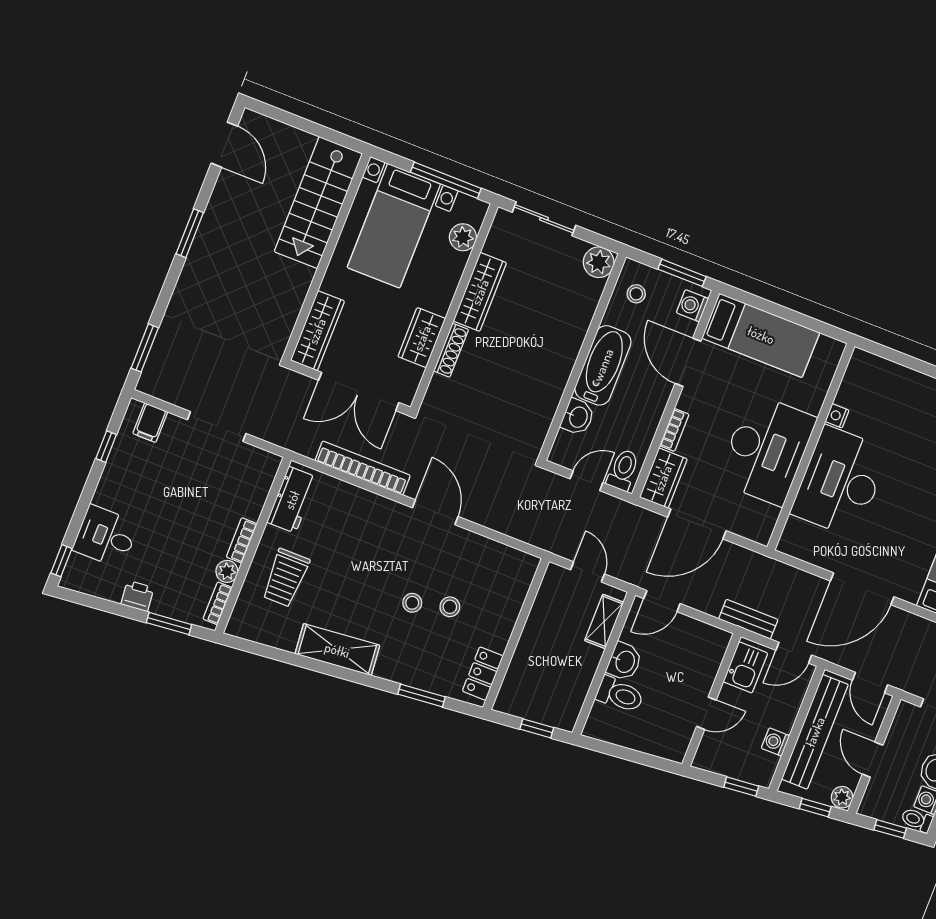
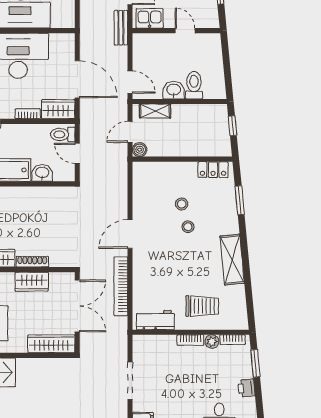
boiler: (556, 576) -> (140, 150), added

